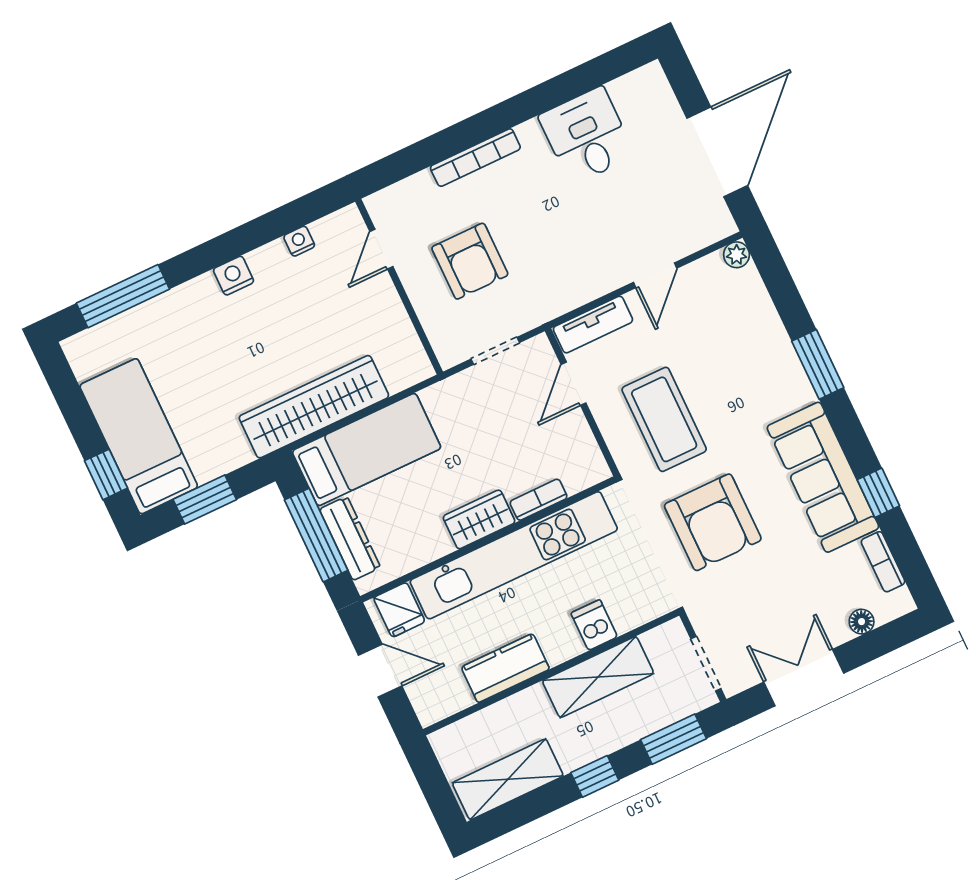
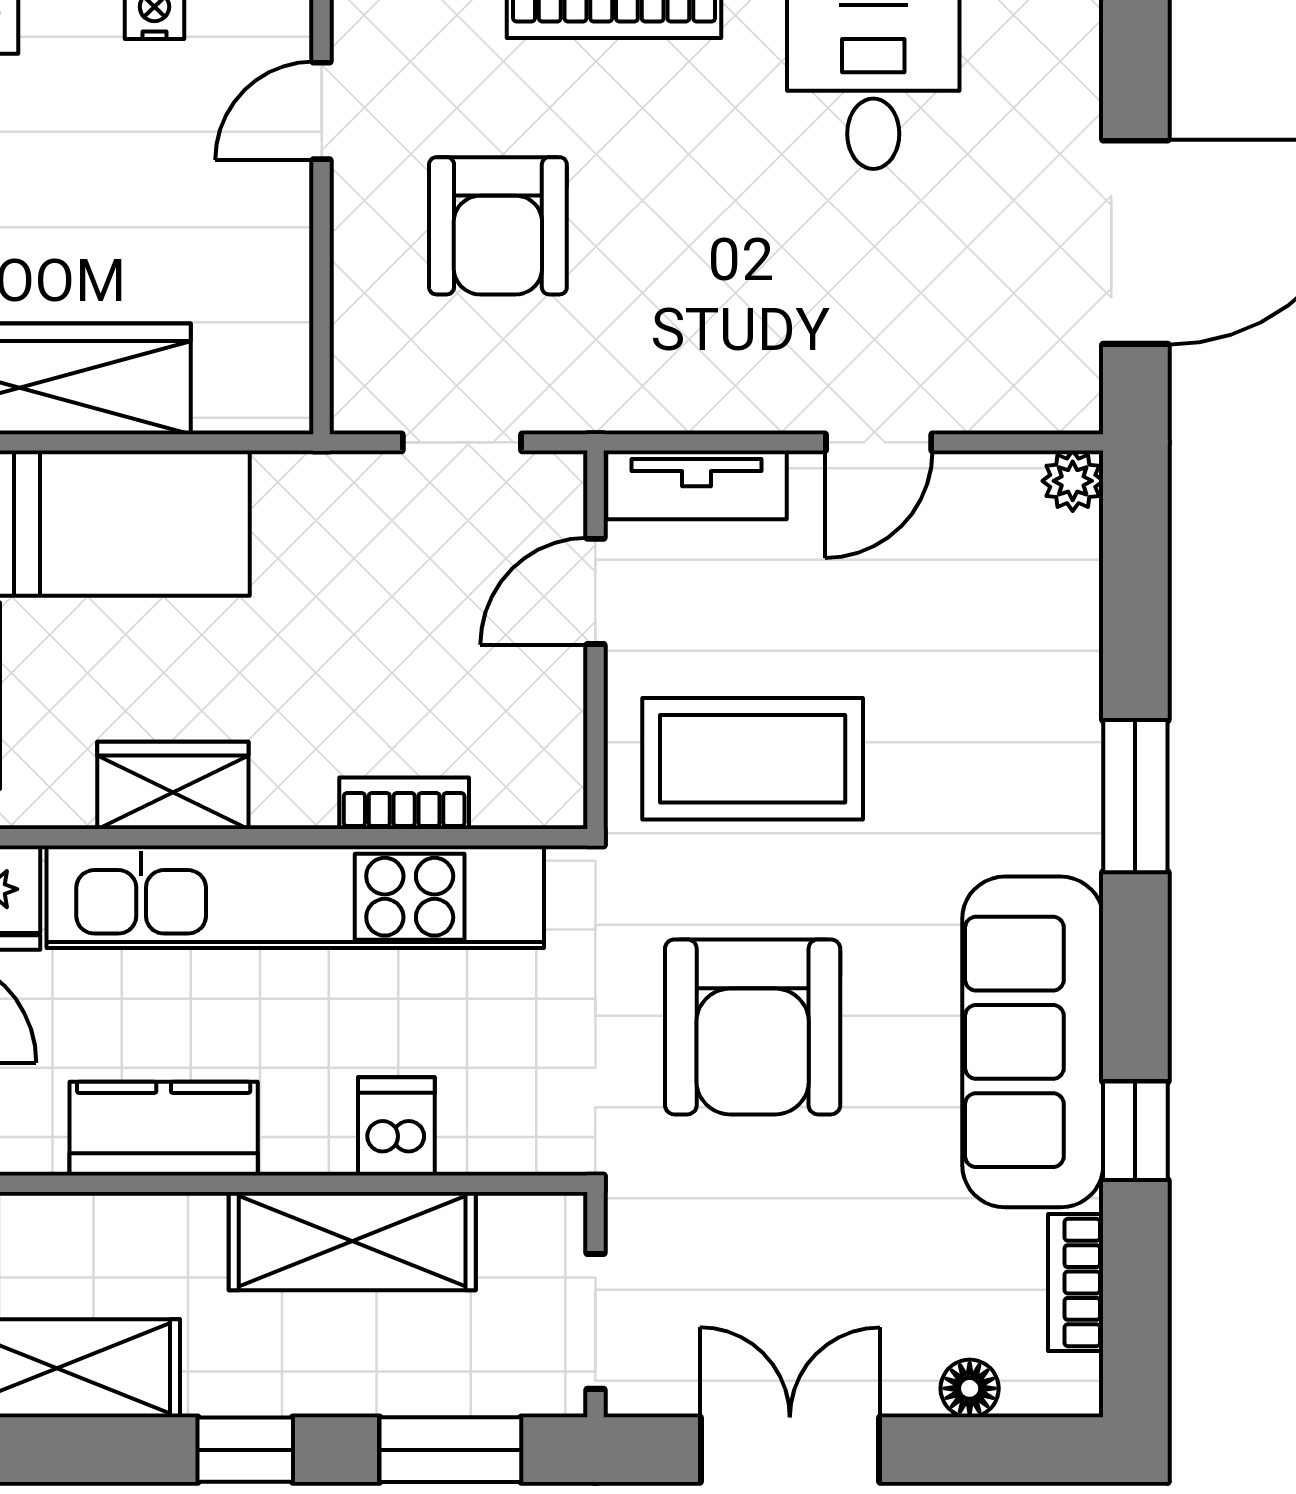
coffee table: (664, 419) -> (753, 759), turned 90
wardrobe: (479, 519) -> (173, 785), moved

